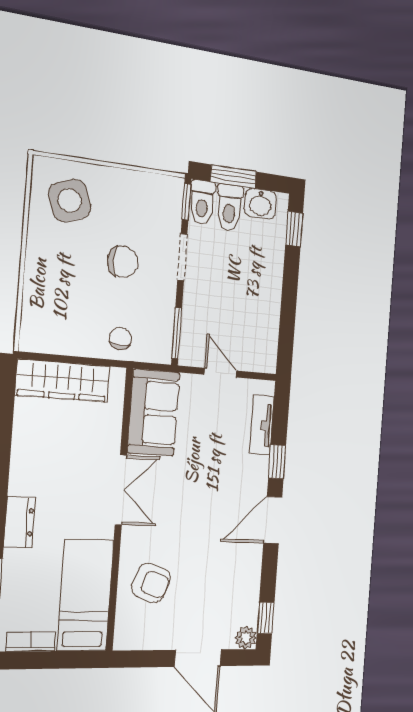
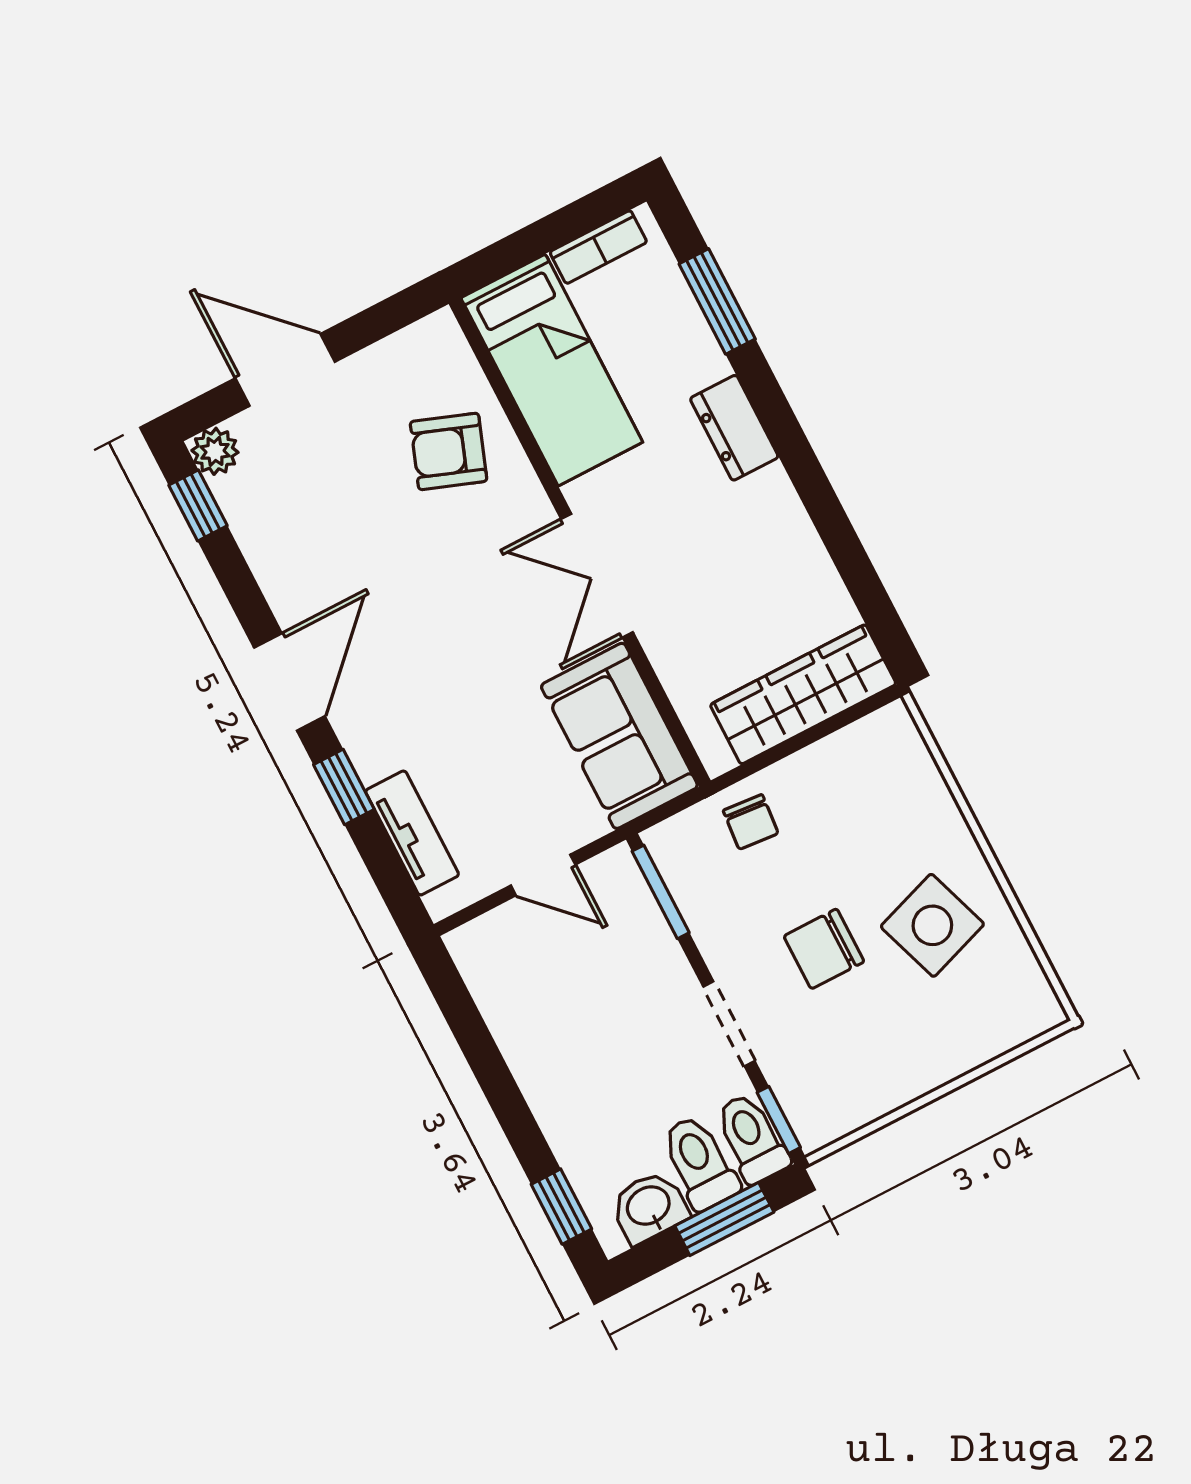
side table: (70, 201) -> (932, 925), moved

